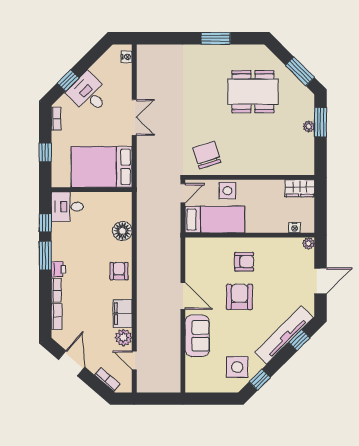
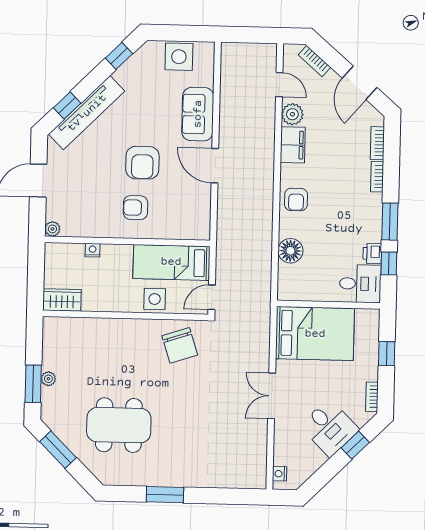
nightstand: (295, 228) -> (93, 250), moved
printer: (58, 269) -> (372, 253), moved
side table: (237, 367) -> (179, 57), moved

